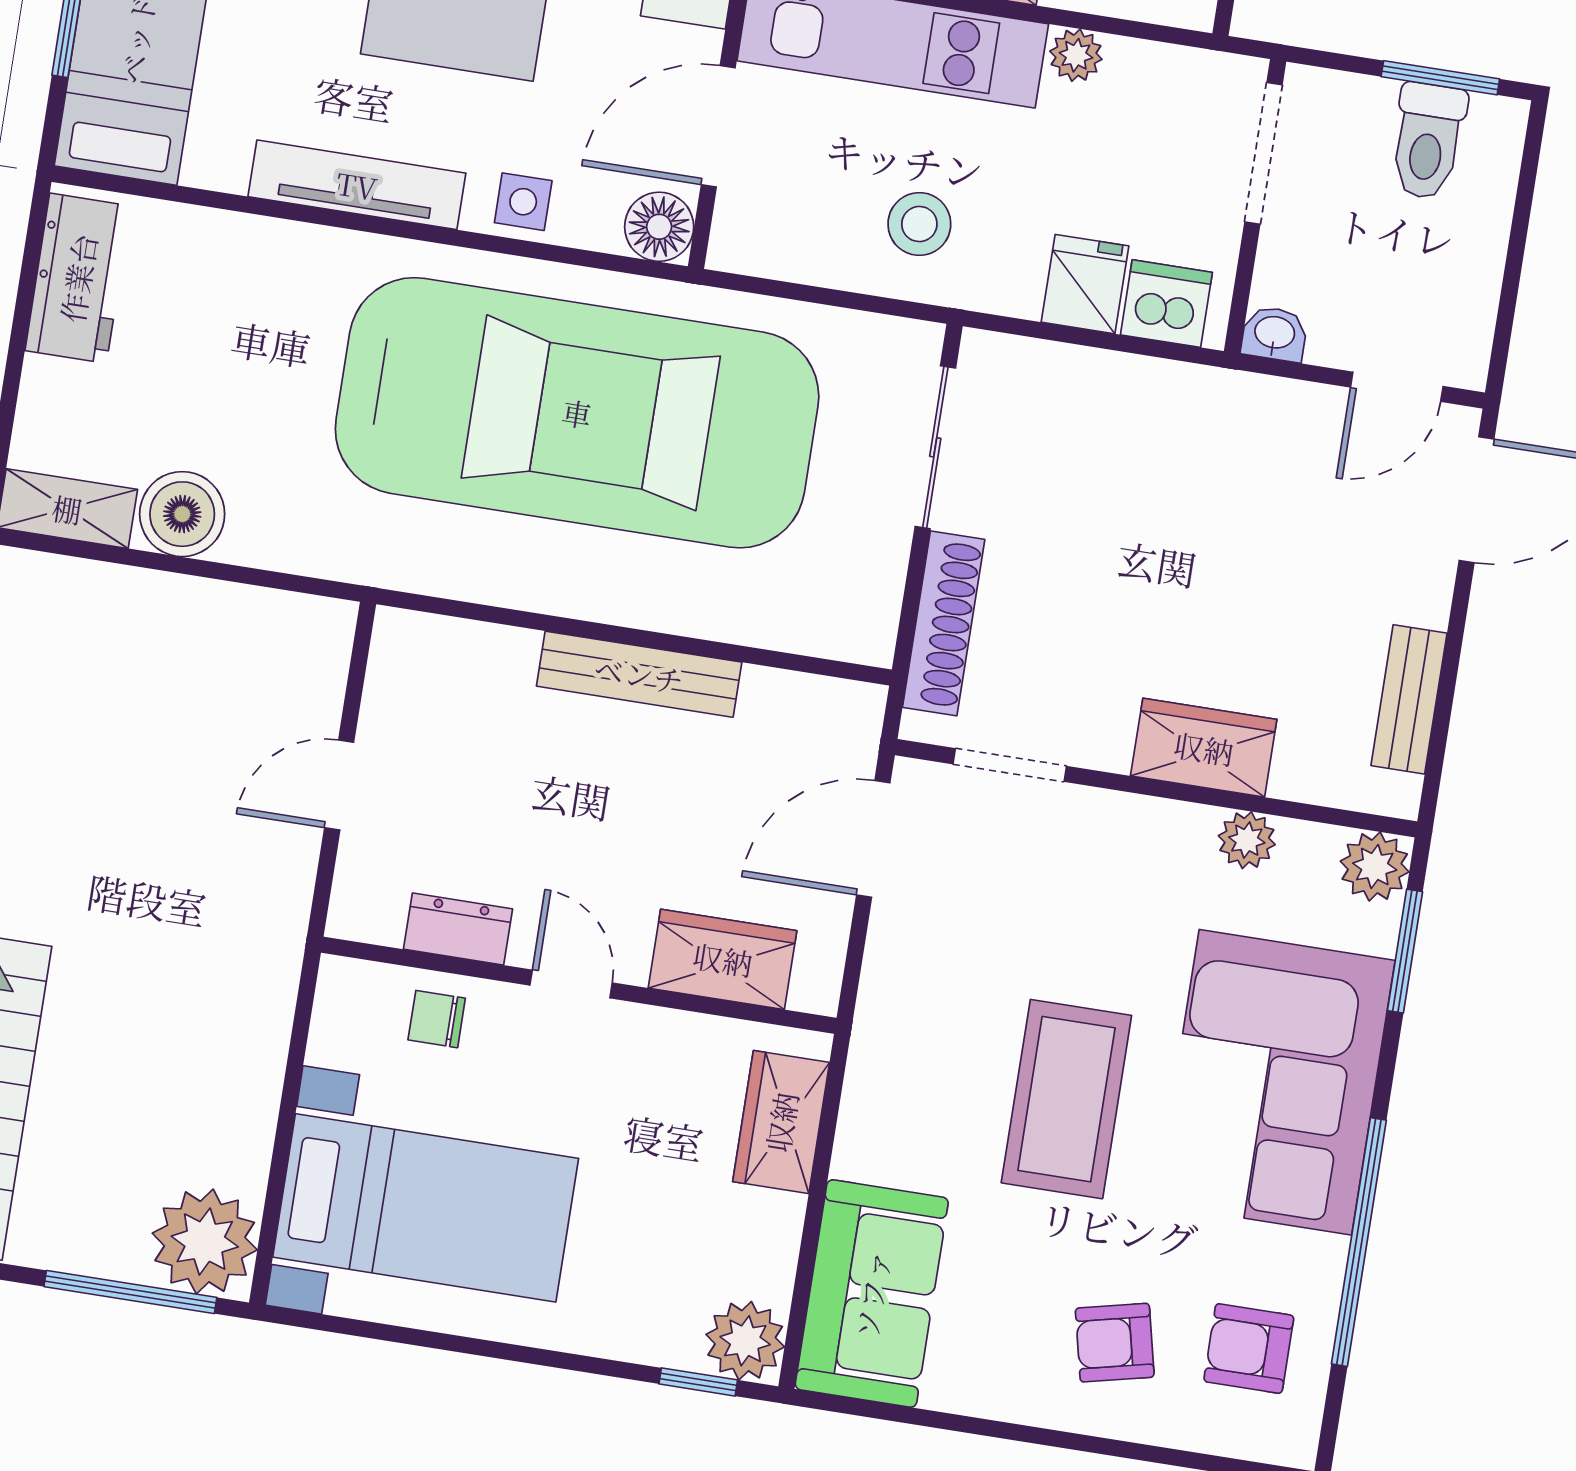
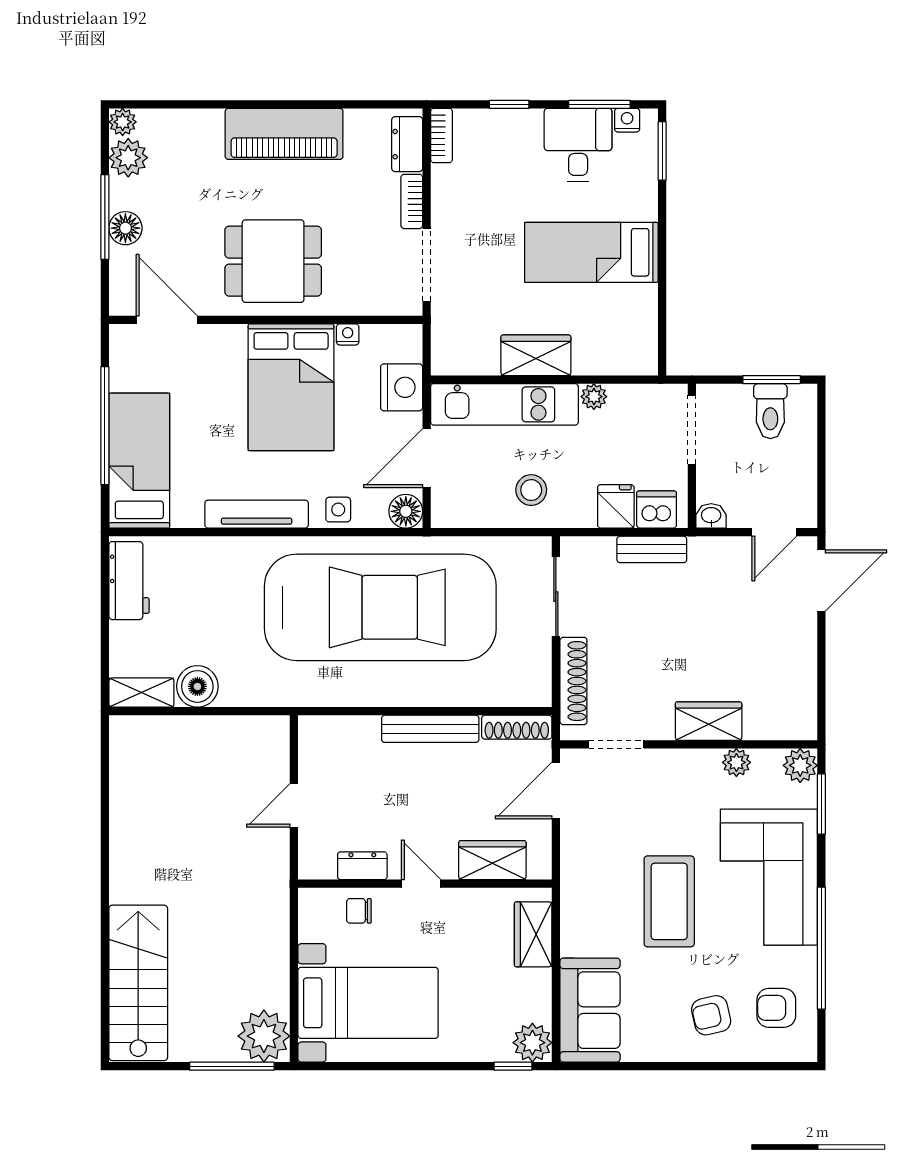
shoe rack: (814, 698) -> (517, 727), added
bench: (1409, 699) -> (652, 549), moved, turned 90

